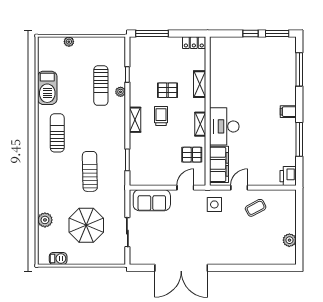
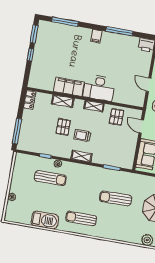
filing cabinet: (219, 164) -> (69, 87), moved

